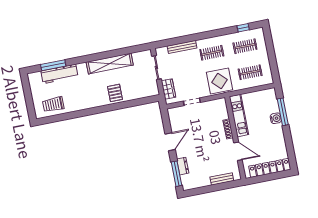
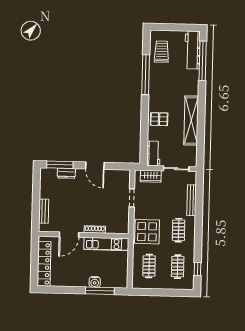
window: (53, 65) -> (203, 61), width x1.46
workbench: (59, 74) -> (192, 50), moved
workbench: (147, 91) -> (153, 154), added
window: (77, 114) -> (146, 75), added

